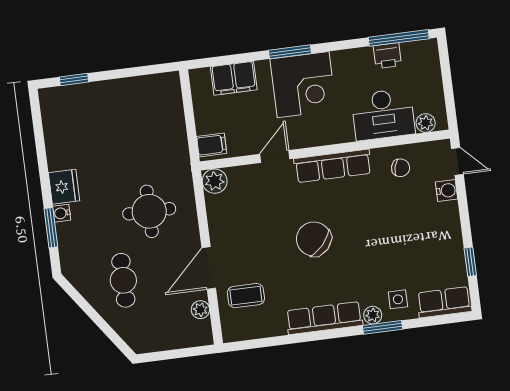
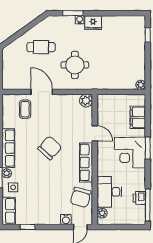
filing cabinet: (212, 145) -> (105, 101), removed
chair: (401, 168) -> (81, 197), width x1.87, depth x1.87
plant: (200, 310) -> (141, 85), moved

